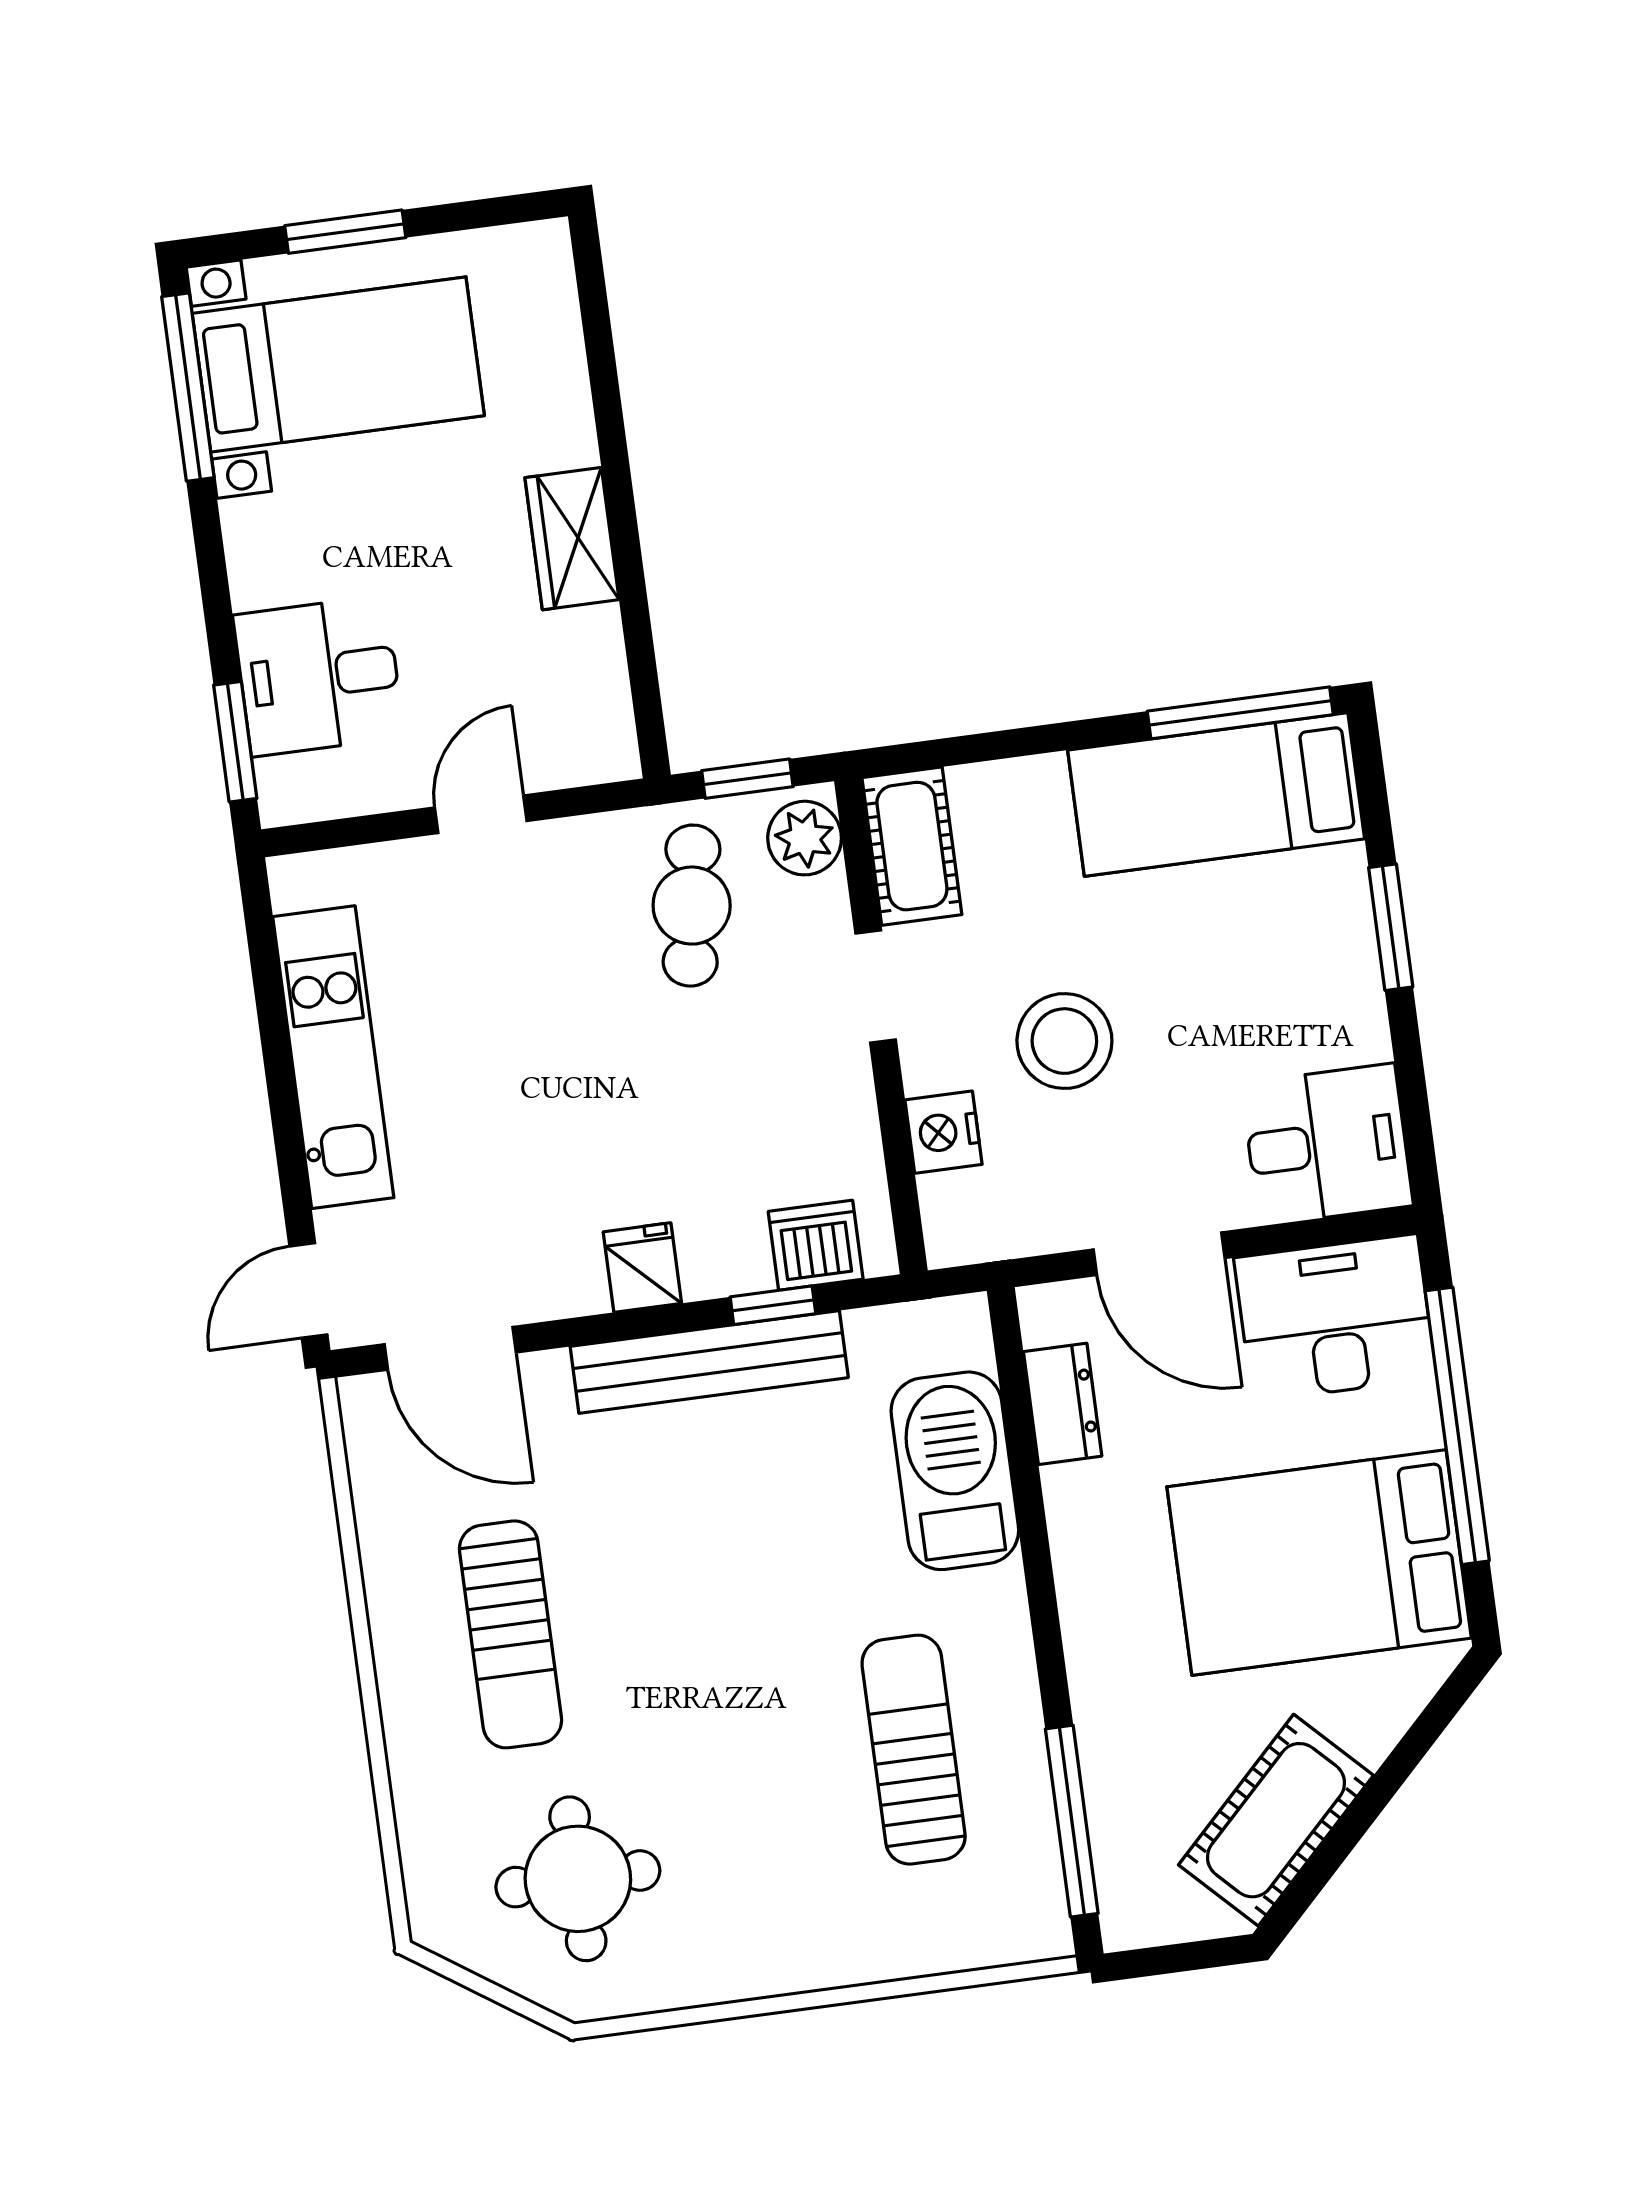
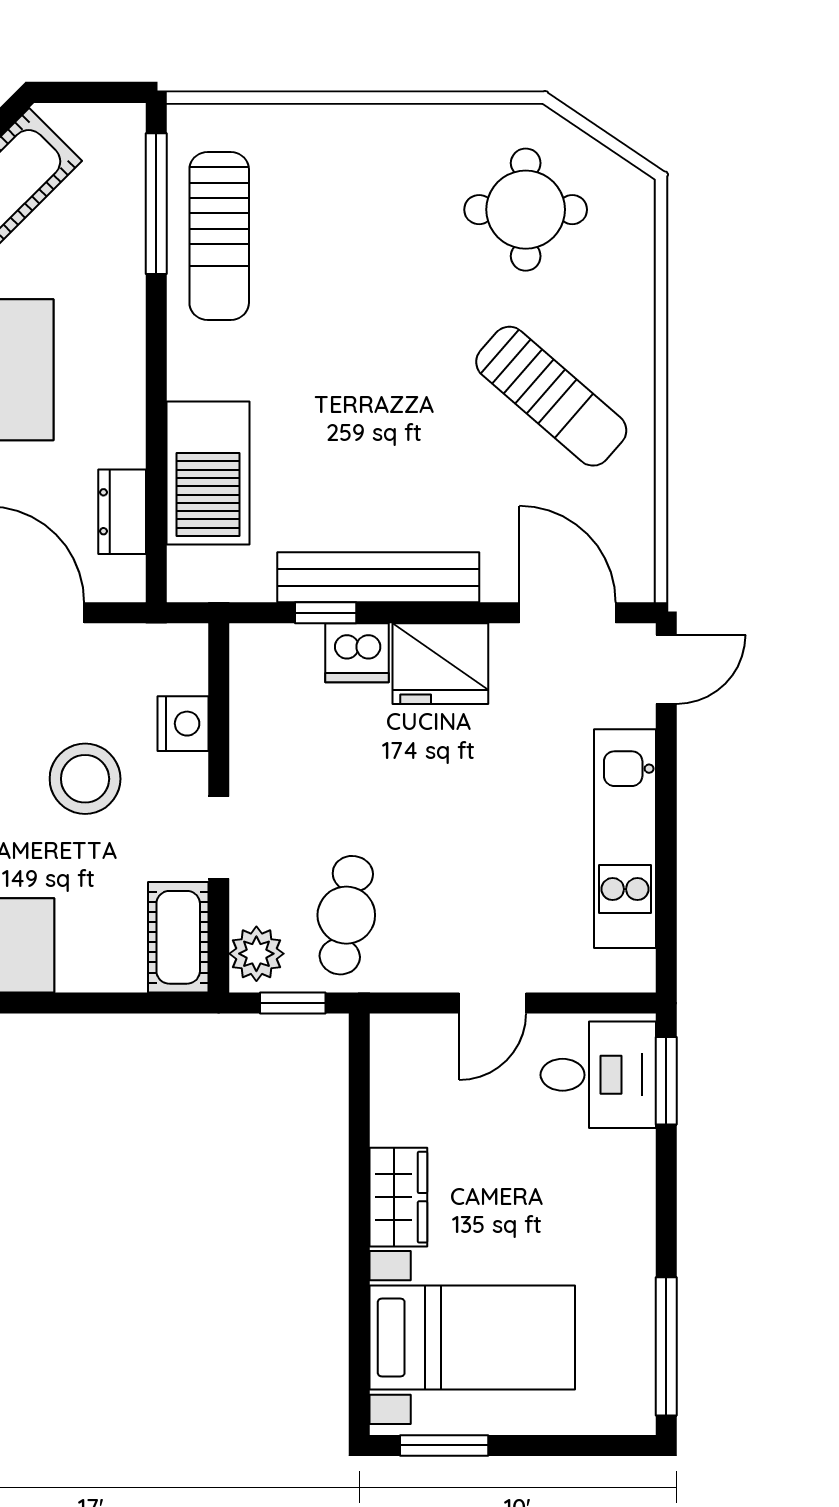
window: (345, 232) -> (444, 1445), moved
bed with nightstands: (338, 364) -> (472, 1337), moved, turned 180
desk: (319, 676) -> (598, 1075), moved
dishwasher: (816, 1245) -> (357, 653), moved
fridge: (642, 1268) -> (440, 664), width x1.88, depth x1.34
sun lounger: (511, 1634) -> (551, 396), turned 131
sun lounger: (914, 1750) -> (219, 236), moved

